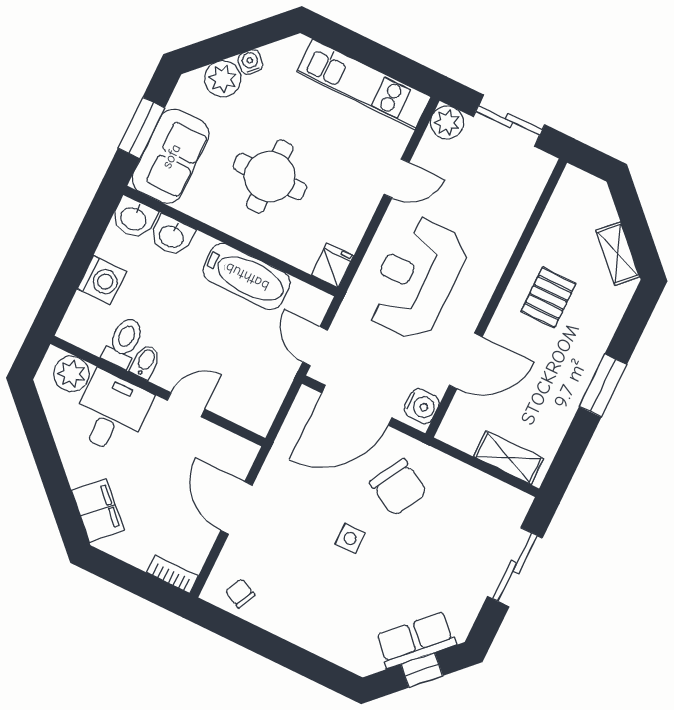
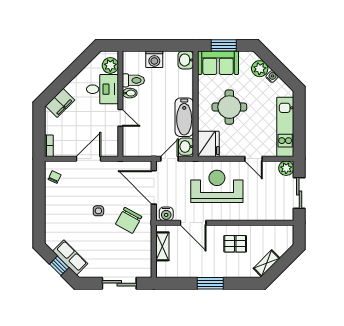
washbasin: (172, 236) -> (186, 147), moved
fridge: (332, 265) -> (208, 144), width x1.88, depth x1.34
shelving: (508, 458) -> (162, 246), moved

